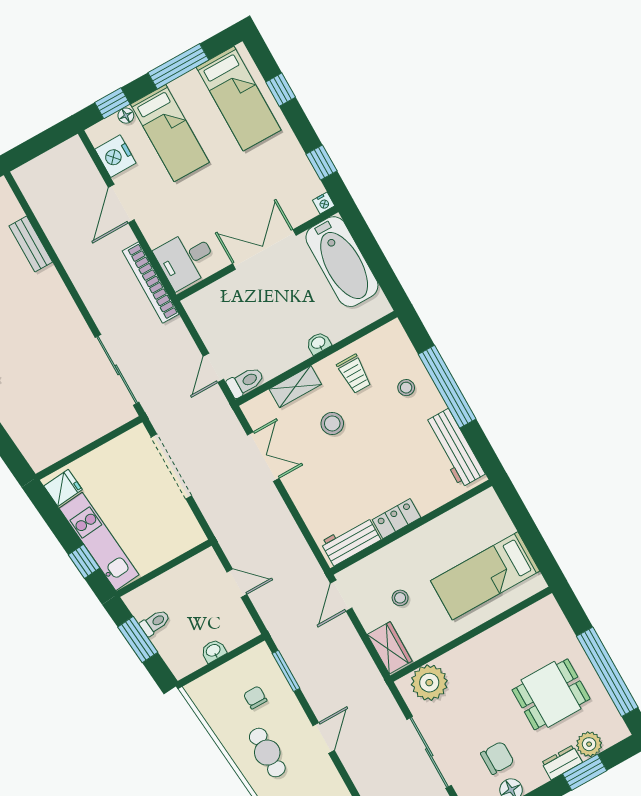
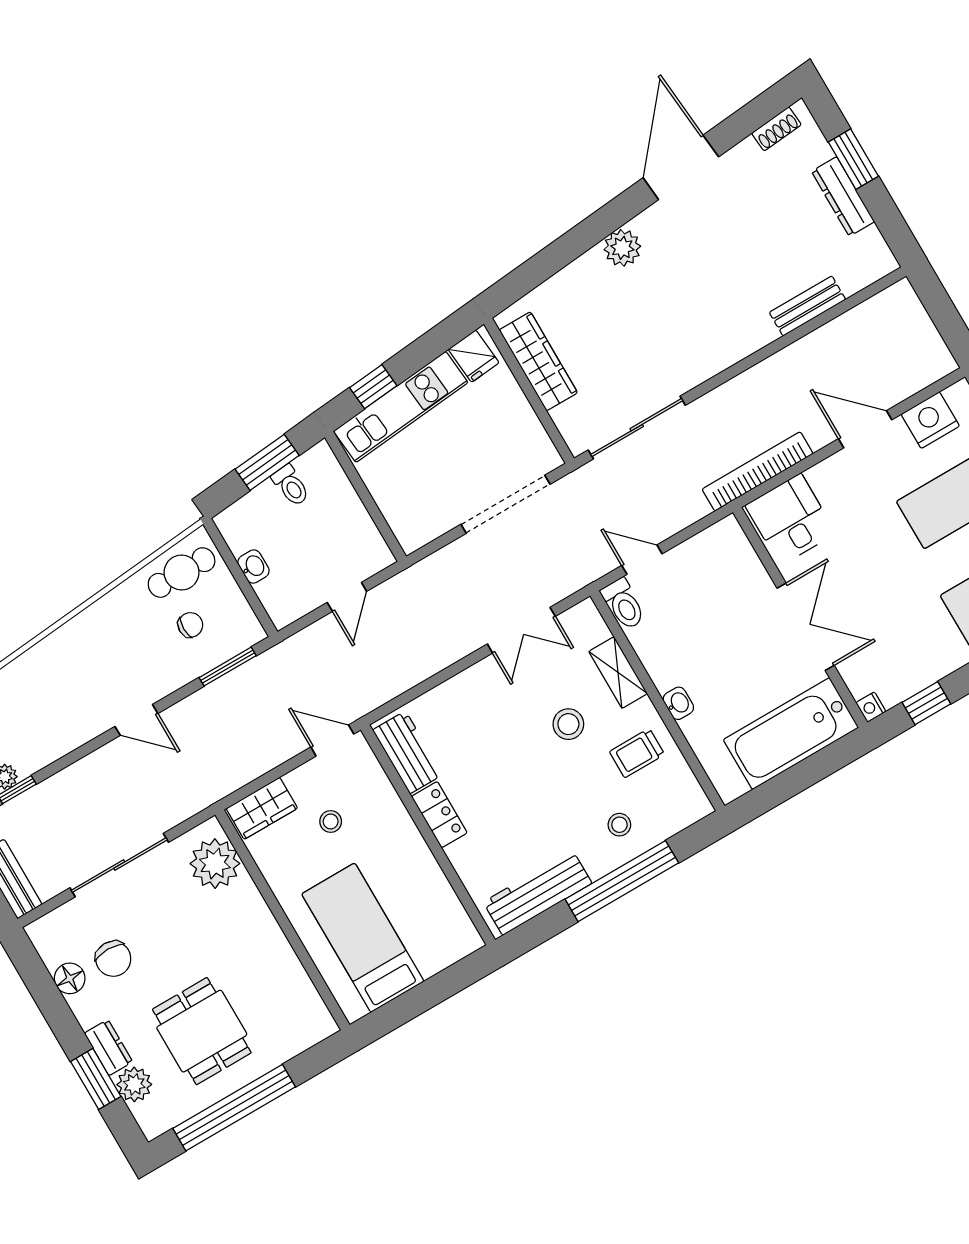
wardrobe: (68, 441) -> (538, 361), added
cafe table: (267, 753) -> (182, 573), moved

